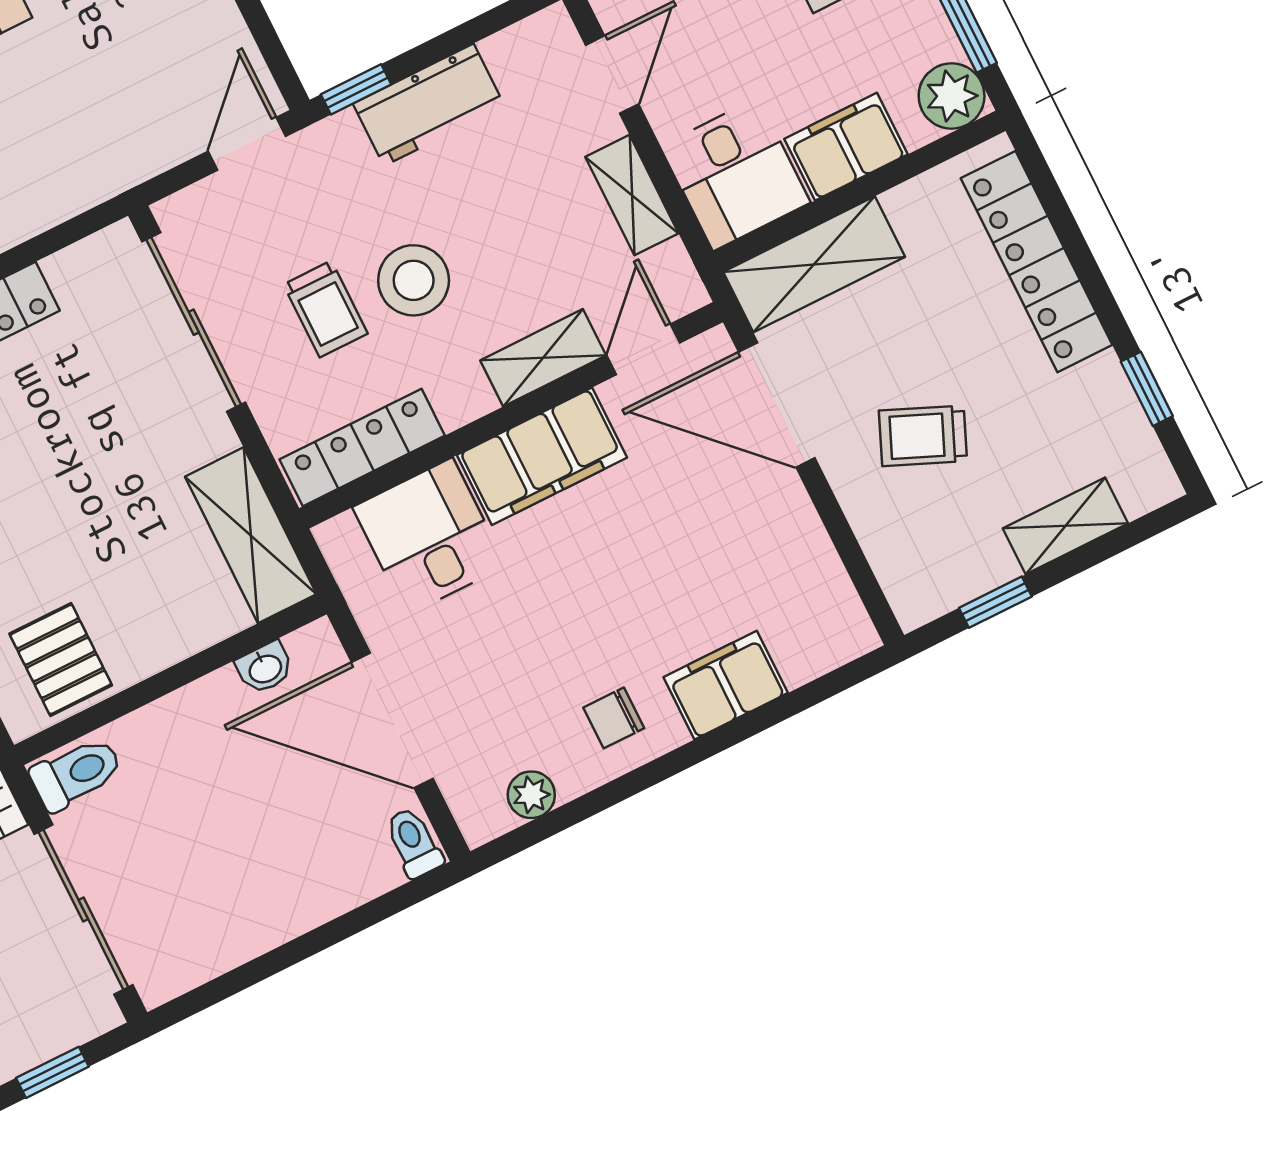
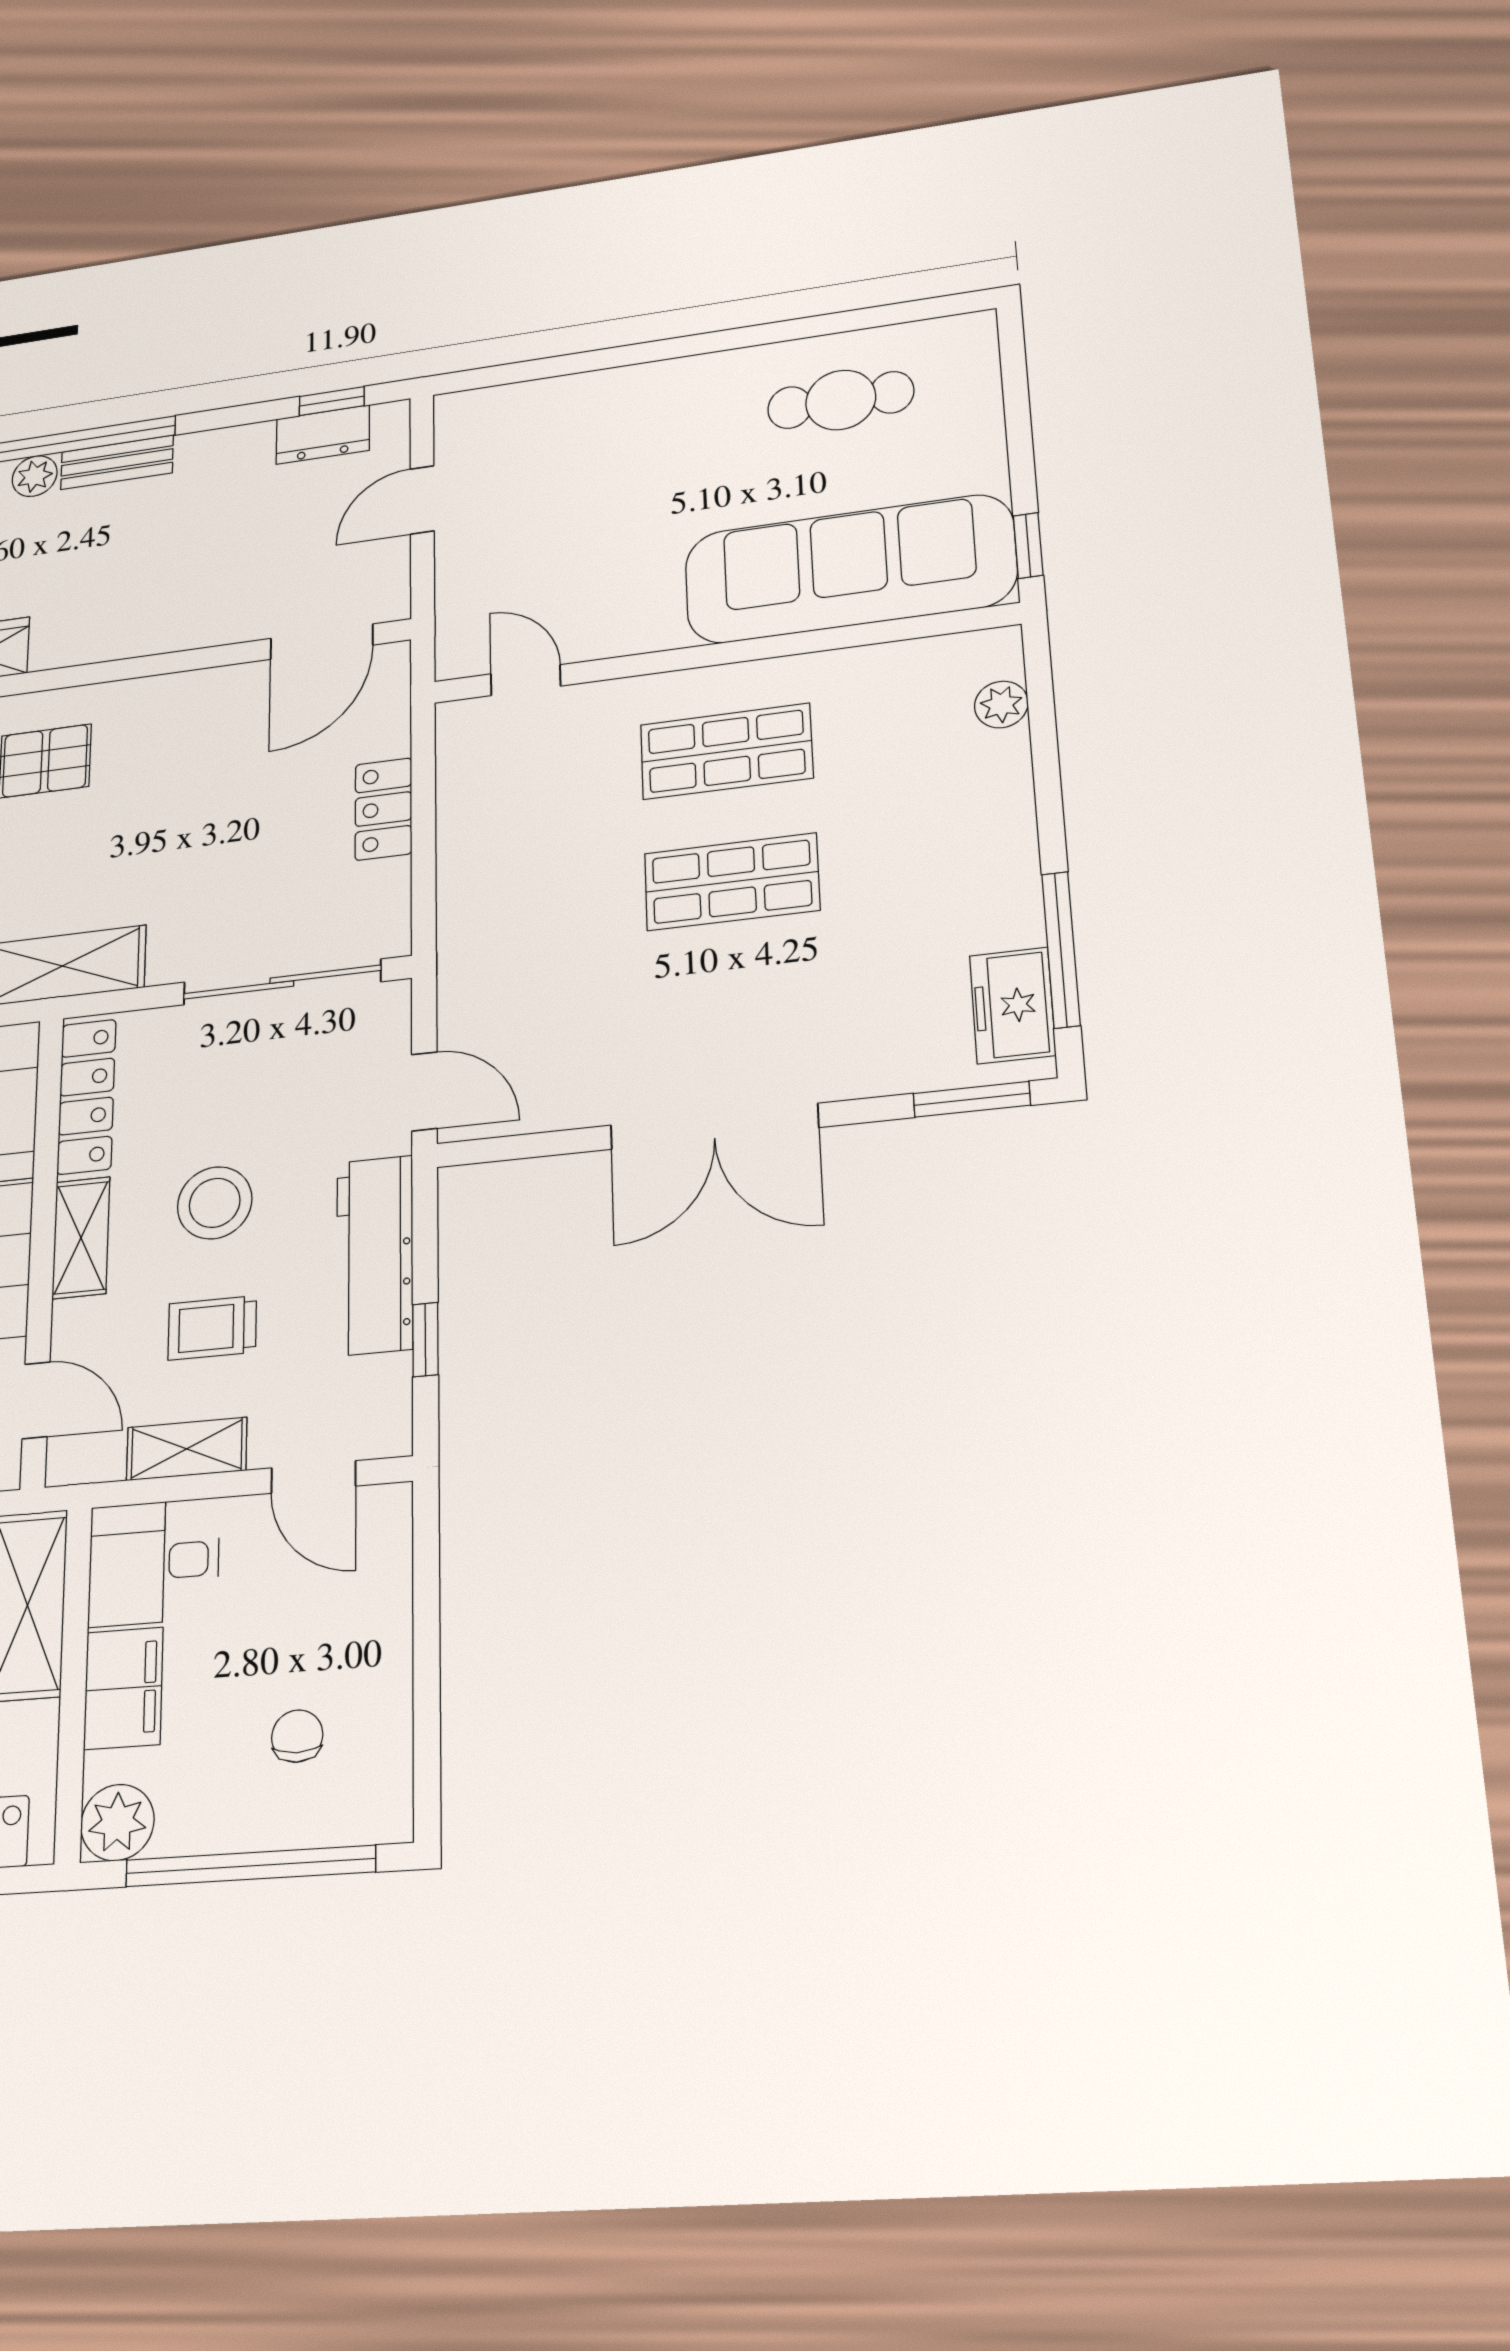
window: (356, 89) -> (425, 1340), moved
workbench: (429, 105) -> (375, 1255), width x1.38
trolley: (326, 309) -> (212, 1328), moved
shelving: (543, 358) -> (81, 1238), moved

